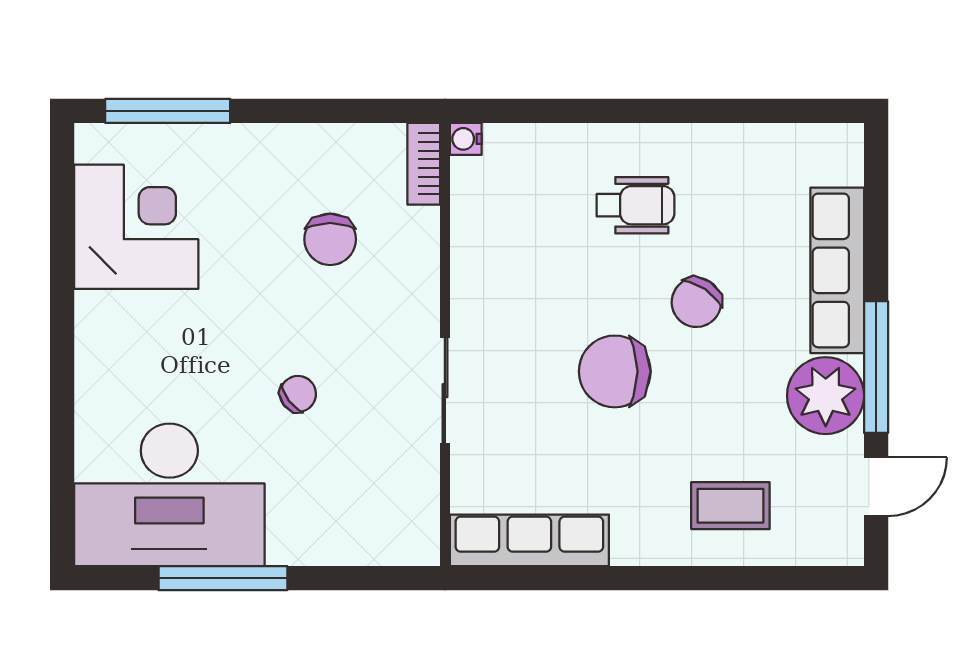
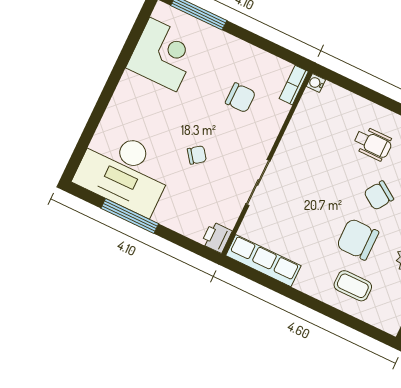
chair: (330, 239) -> (240, 98), turned -90
chair: (615, 371) -> (358, 239), moved
printer: (415, 538) -> (217, 237), added

